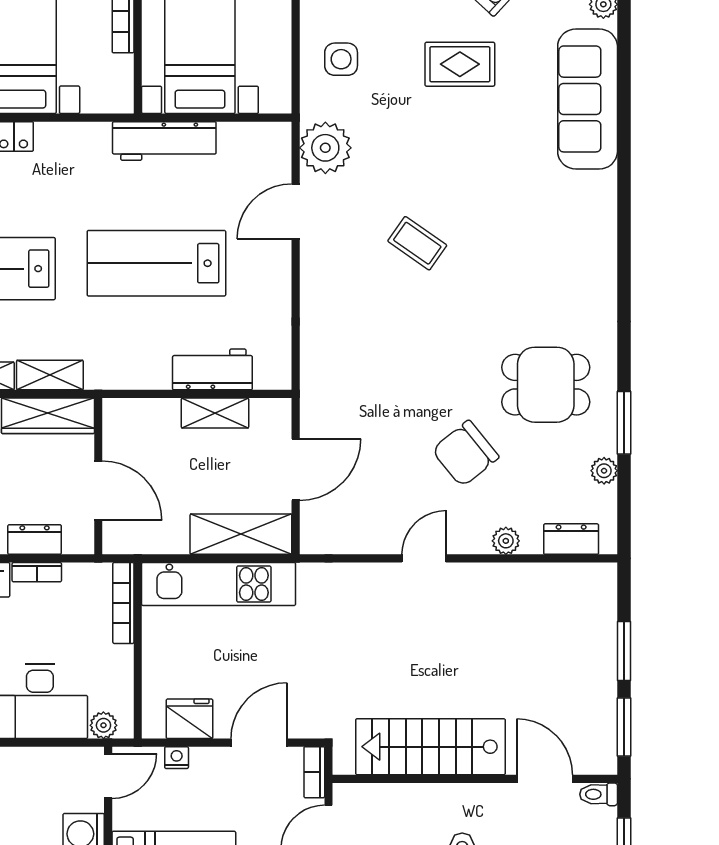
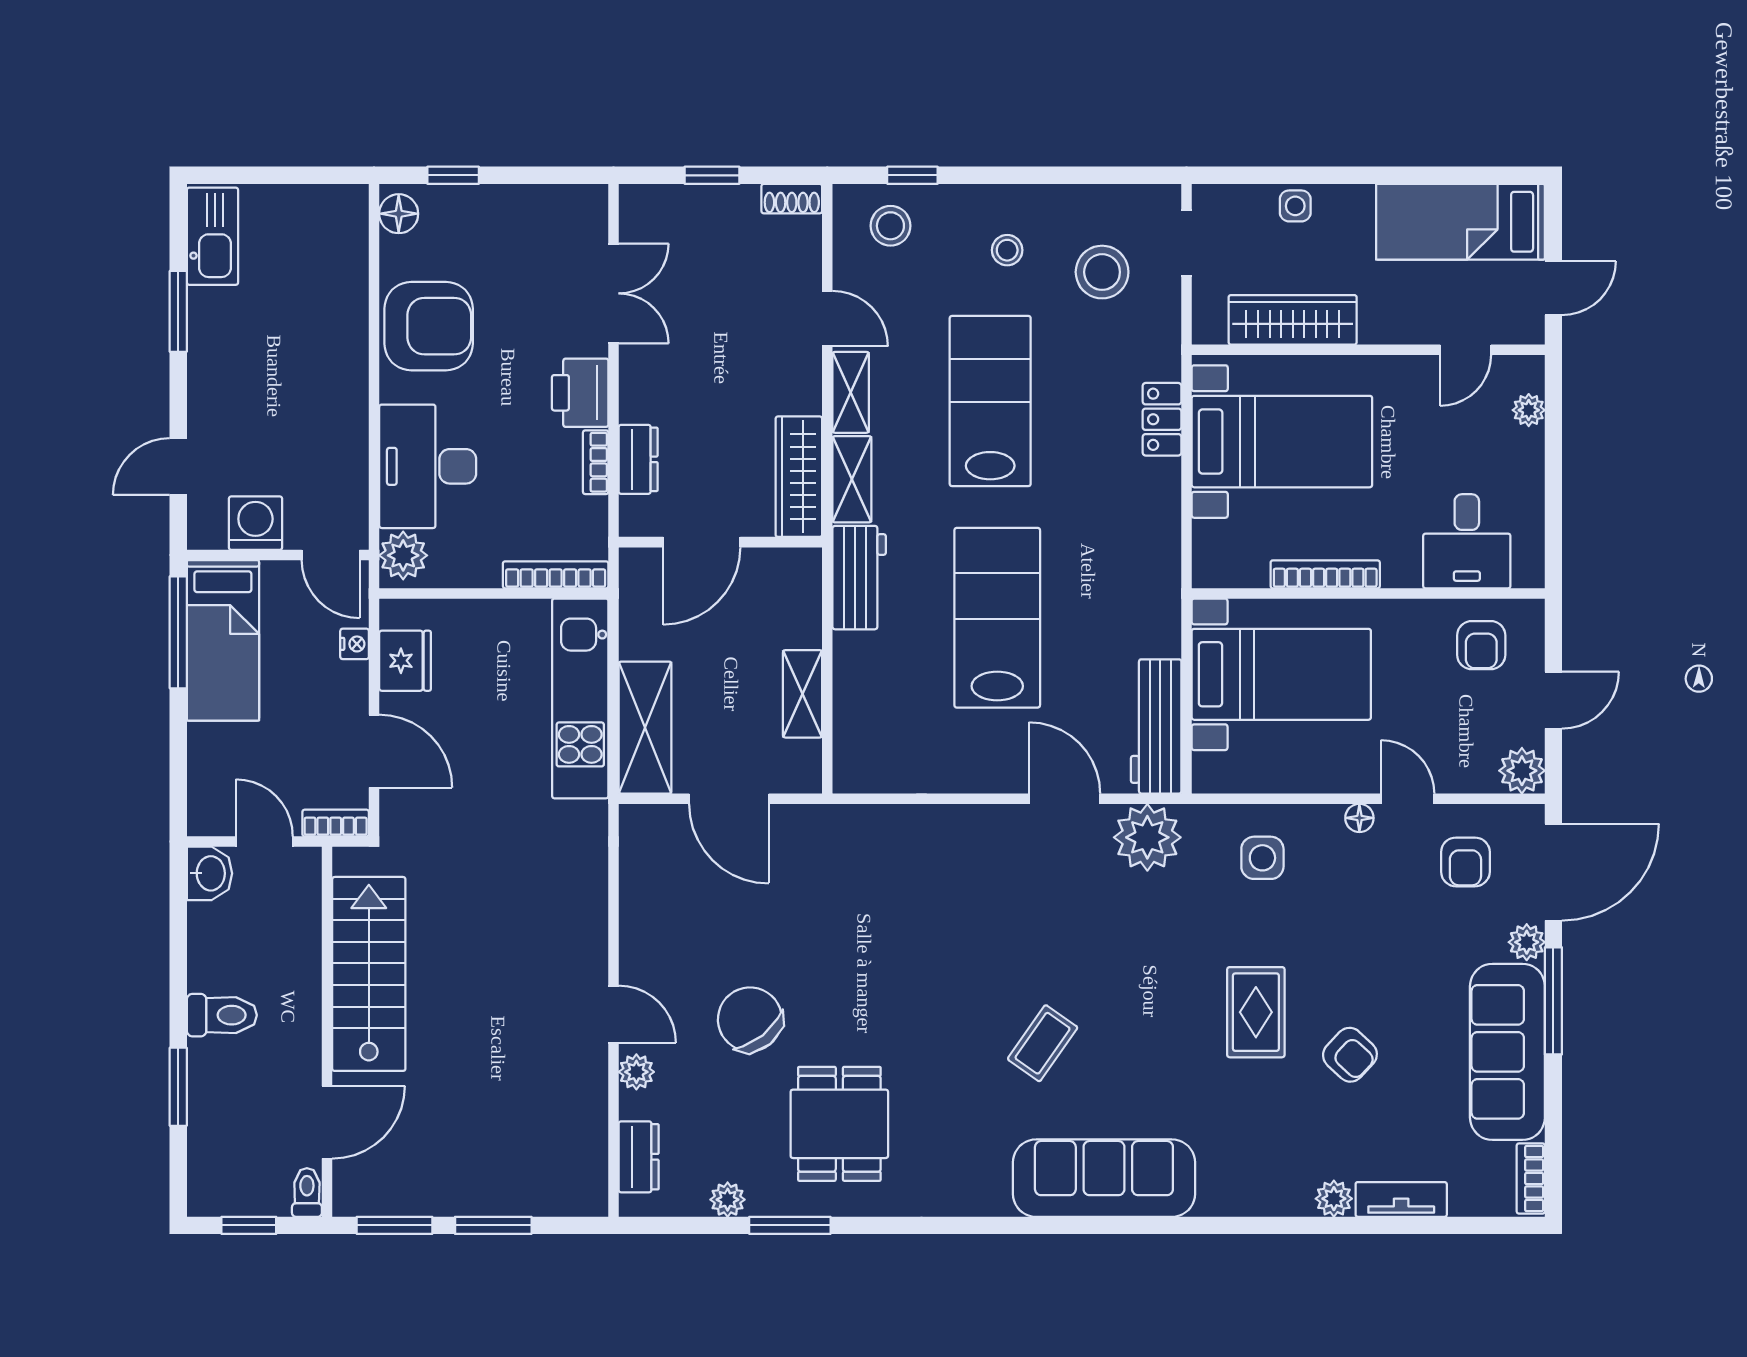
sofa: (588, 99) -> (1104, 1178), moved
workbench: (164, 141) -> (1156, 726), moved
coffee table: (417, 243) -> (1043, 1043), moved
workbench: (212, 369) -> (859, 578), moved
door: (424, 558) -> (614, 1014), moved
plant: (103, 725) -> (403, 555), width x1.38, depth x1.38

